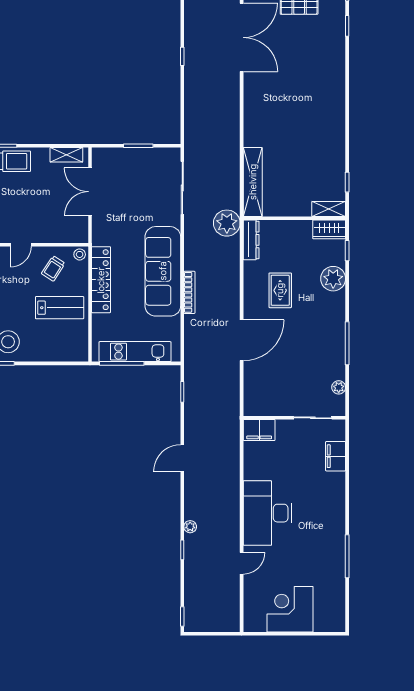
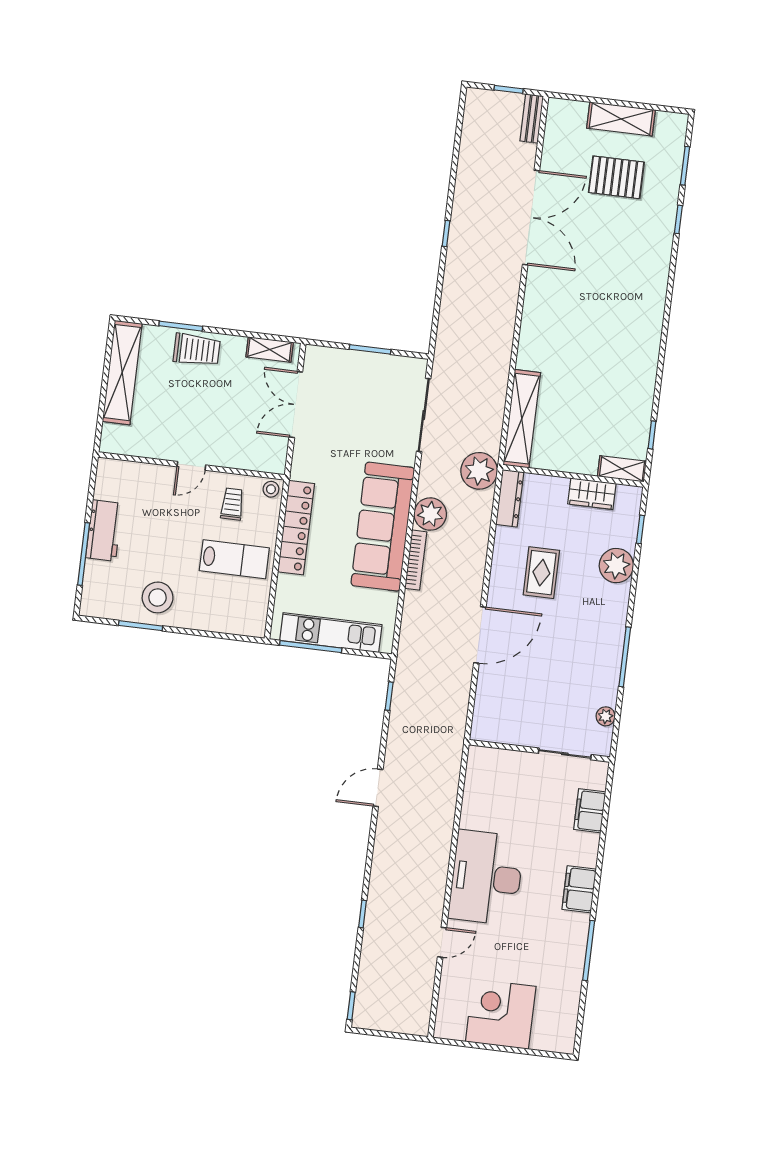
wardrobe: (329, 229) -> (592, 494), moved
trolley: (53, 268) -> (232, 504), turned 147
filing cabinet: (259, 430) -> (579, 889), moved, turned 90
plant: (190, 527) -> (430, 514), moved, width x1.88, depth x1.88

